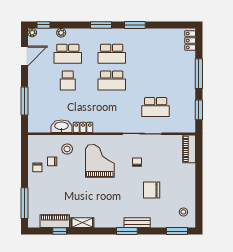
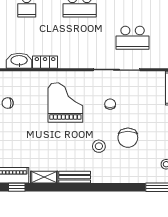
stool: (67, 149) -> (99, 146), moved
chair: (152, 190) -> (128, 138), turned -90
bench: (137, 223) -> (75, 177), moved
window: (127, 231) -> (98, 187), removed

